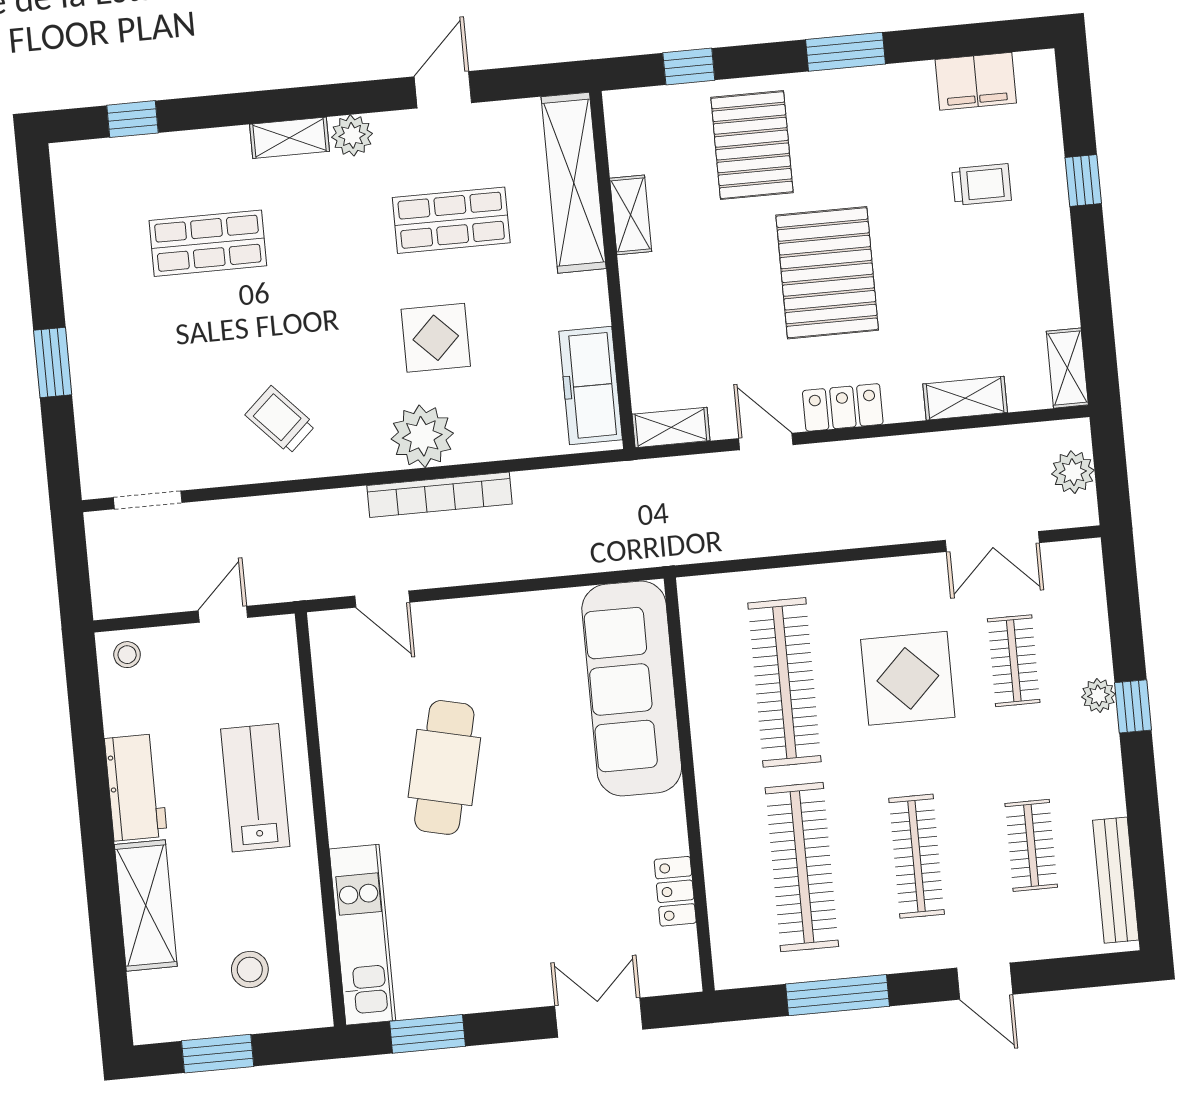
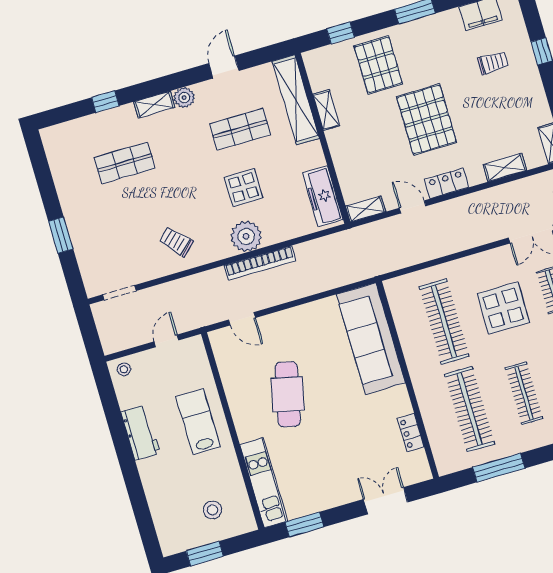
window: (132, 119) -> (105, 102), moved
shelving: (146, 905) -> (156, 489), removed

